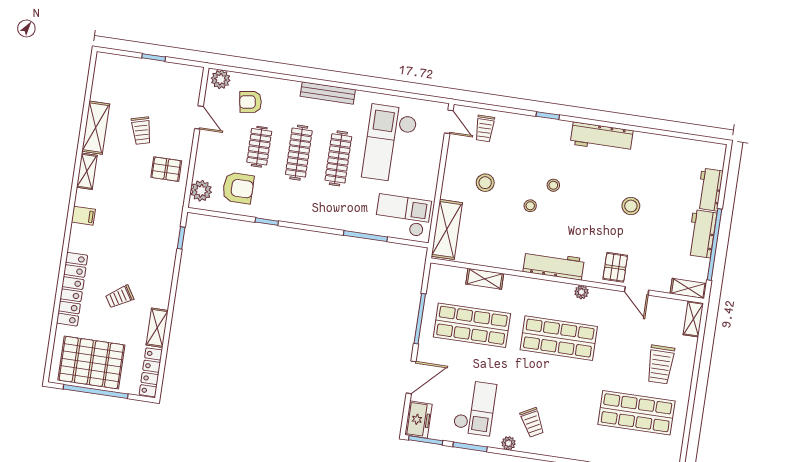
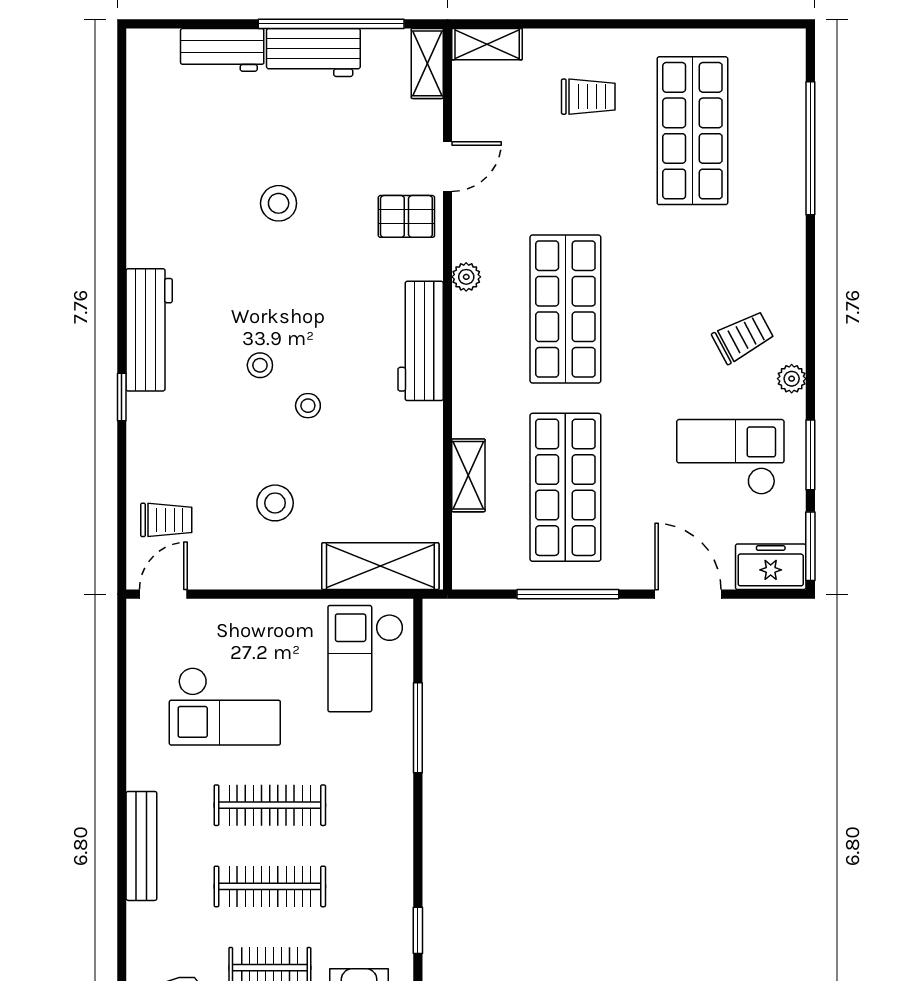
workbench: (602, 137) -> (149, 330), moved
checkout: (390, 144) -> (225, 706), width x0.73, depth x0.83
trolley: (661, 364) -> (588, 97), width x0.73, depth x0.72

